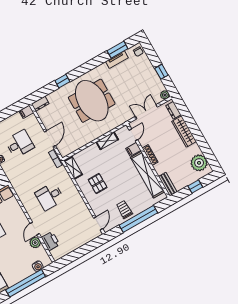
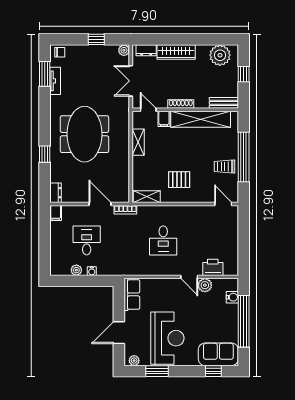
meeting table: (92, 101) -> (84, 134), turned 90

